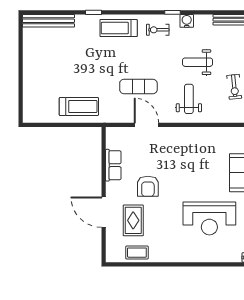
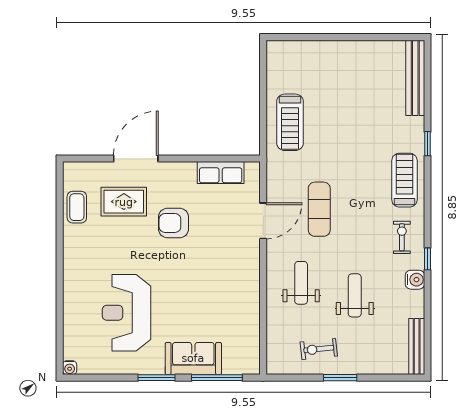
weight bench: (189, 99) -> (301, 283), turned -90
row of seats: (113, 165) -> (221, 173), moved

